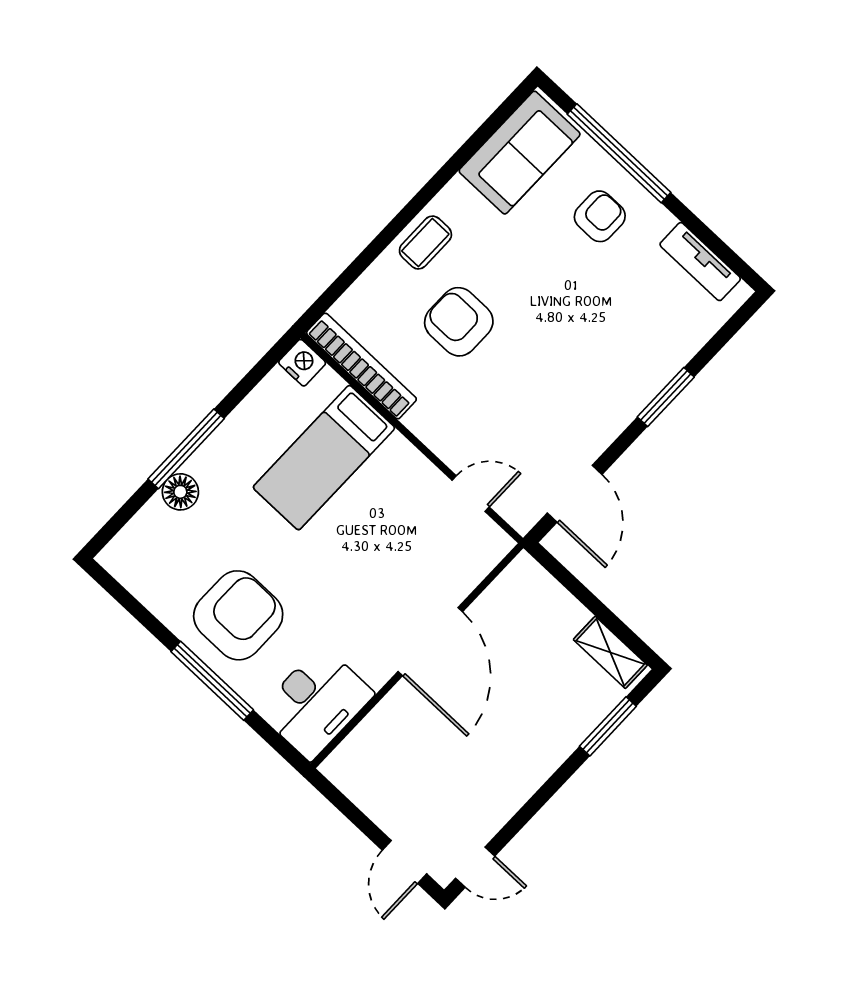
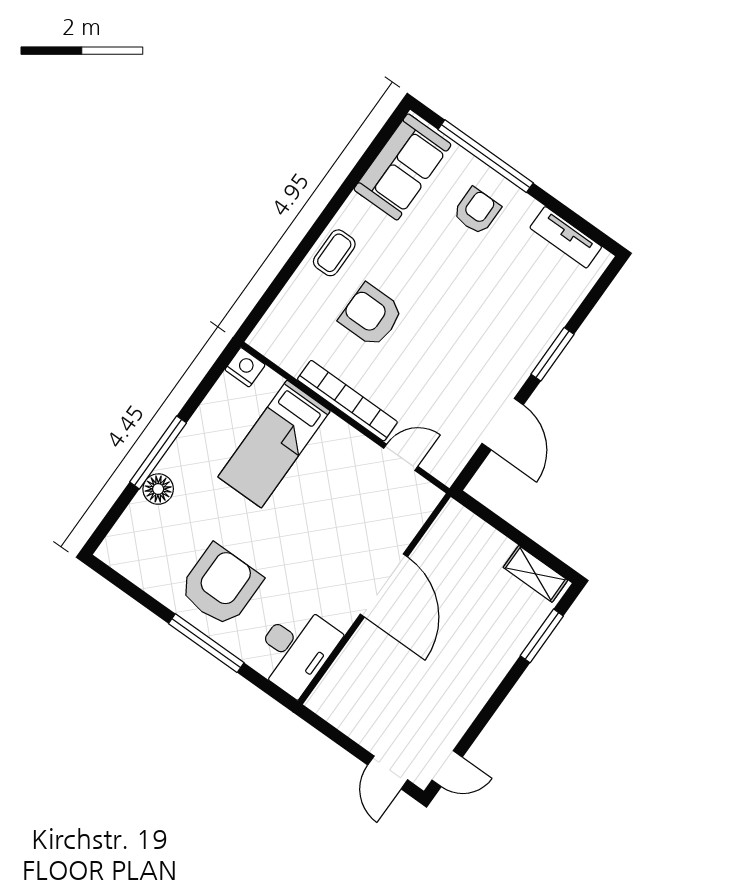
bookcase: (361, 366) -> (347, 401), moved
door: (575, 494) -> (503, 424), moved

